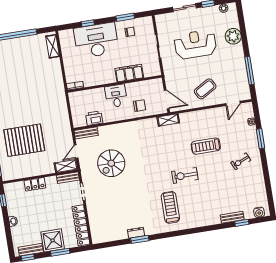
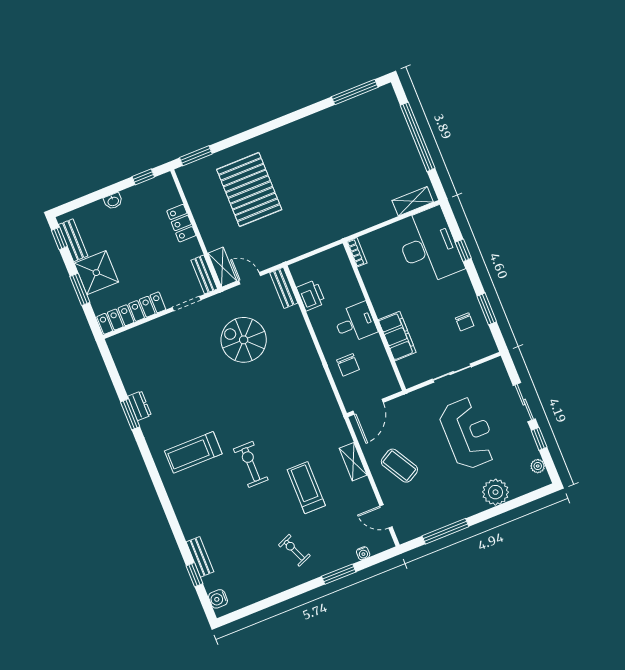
desk: (96, 40) -> (429, 246), moved
shelving: (168, 120) -> (353, 462), moved
treadmill: (170, 207) -> (193, 452), turned 180

